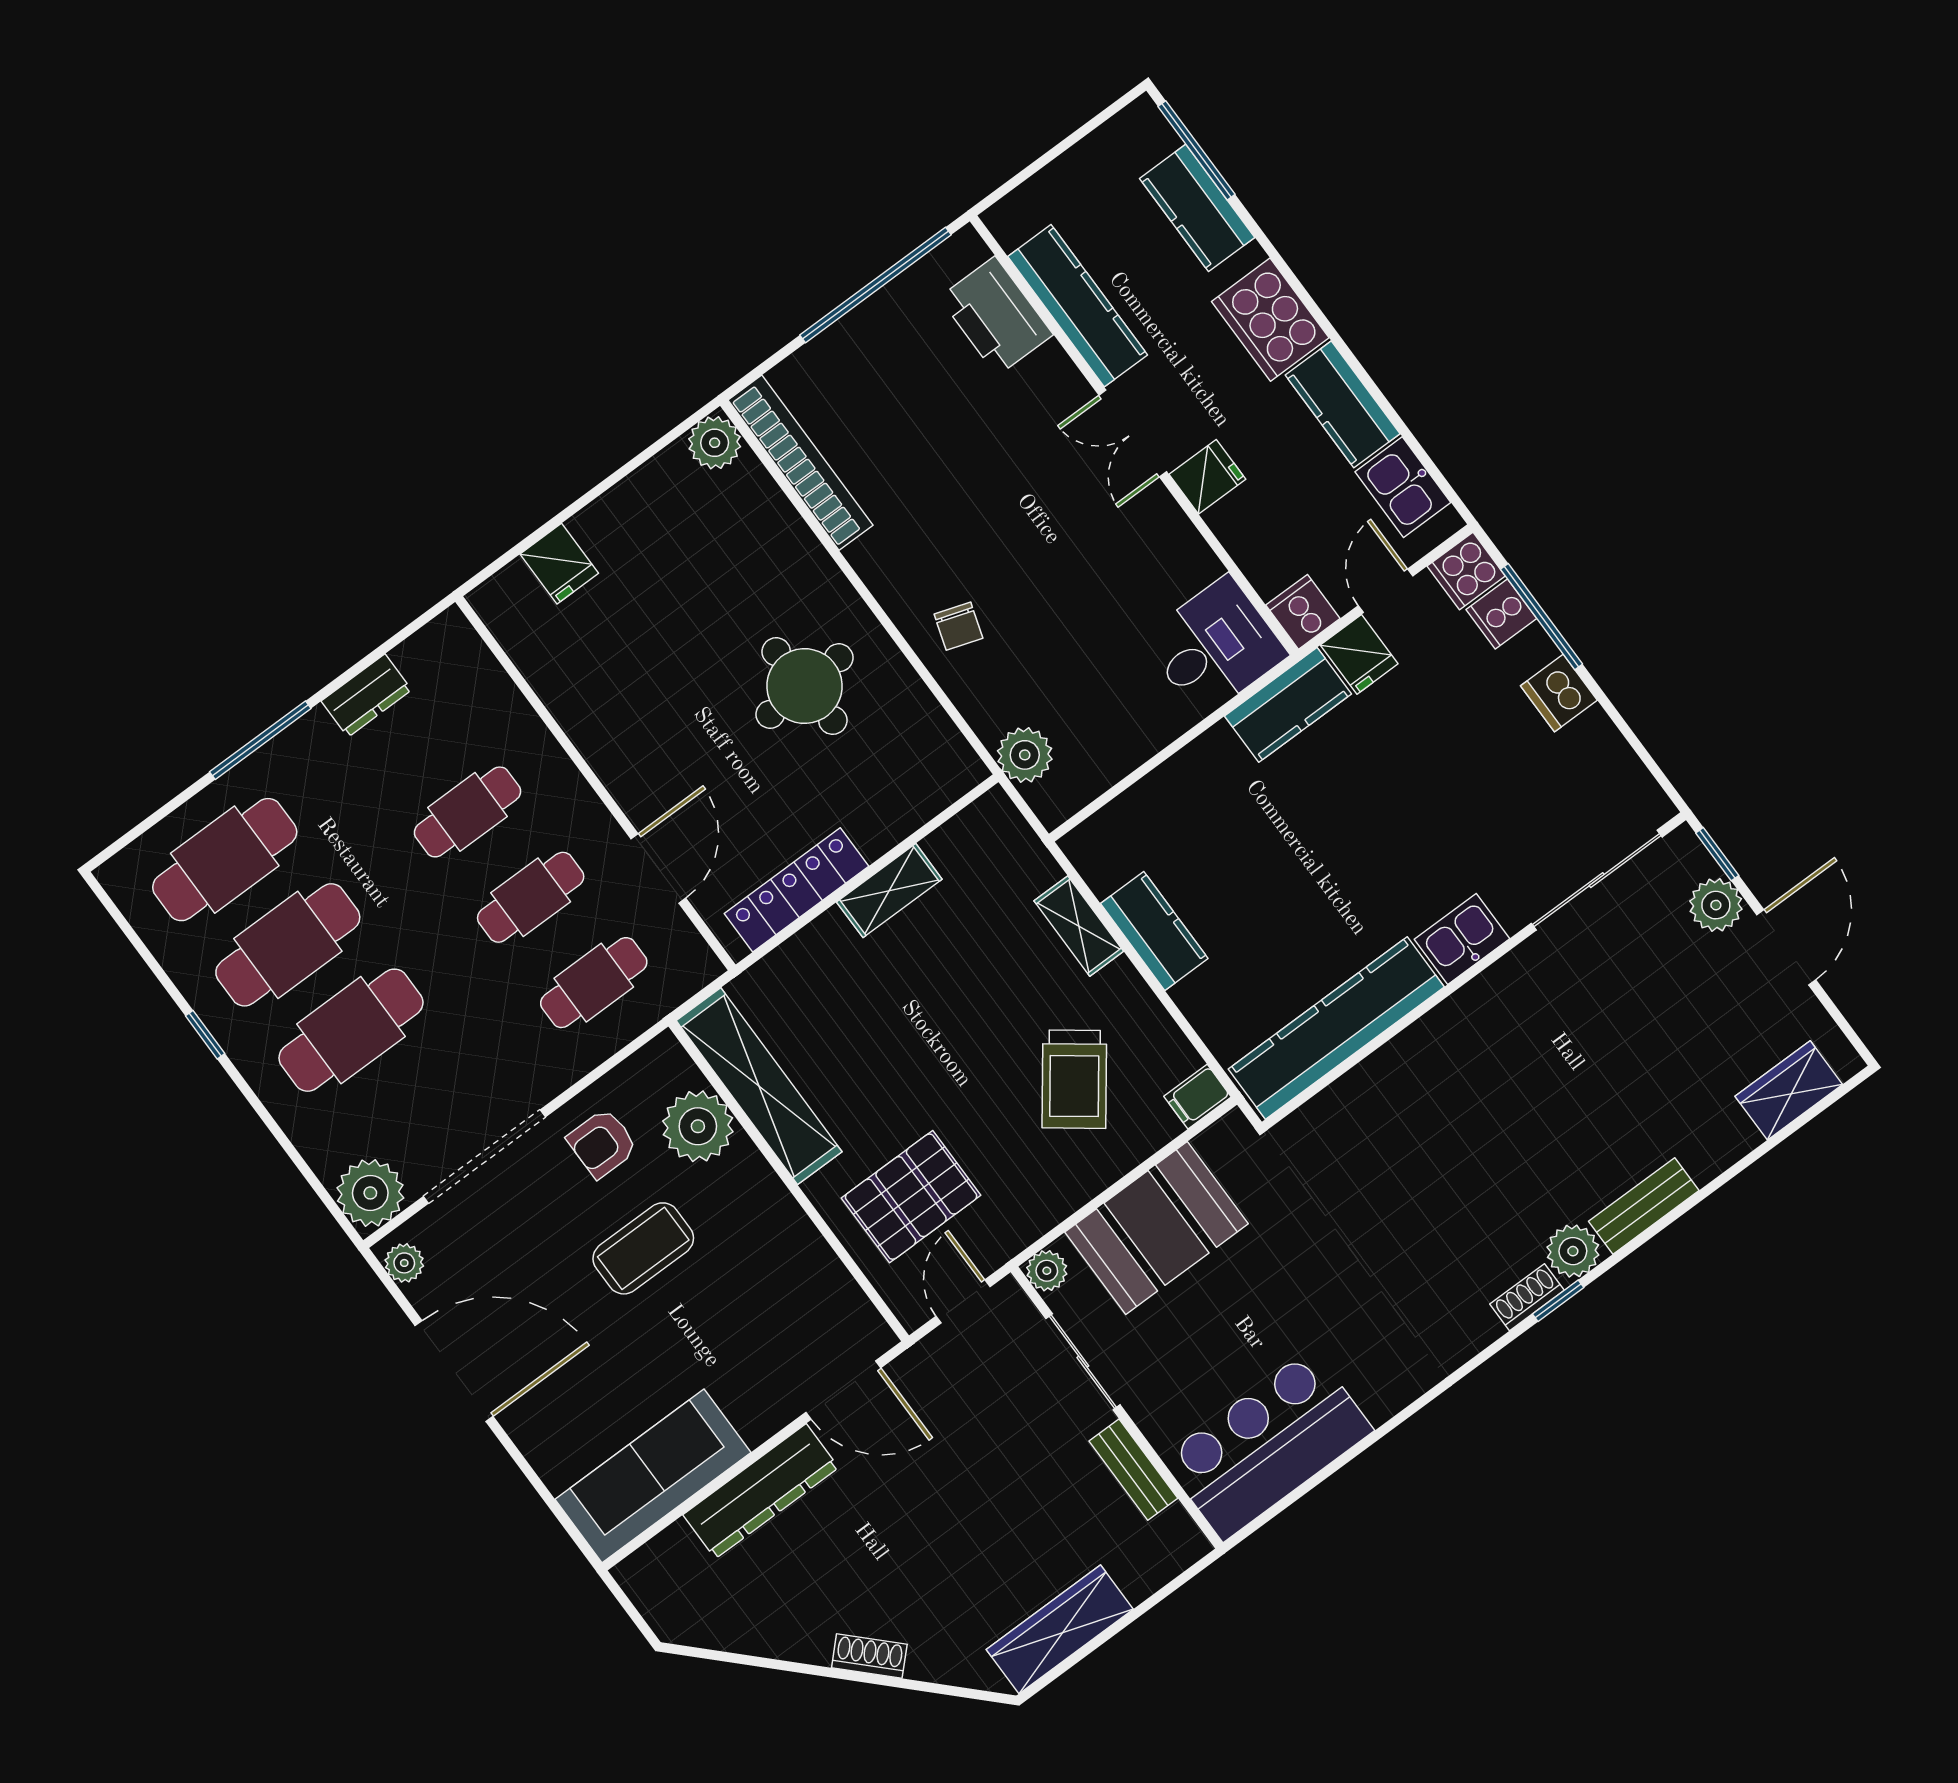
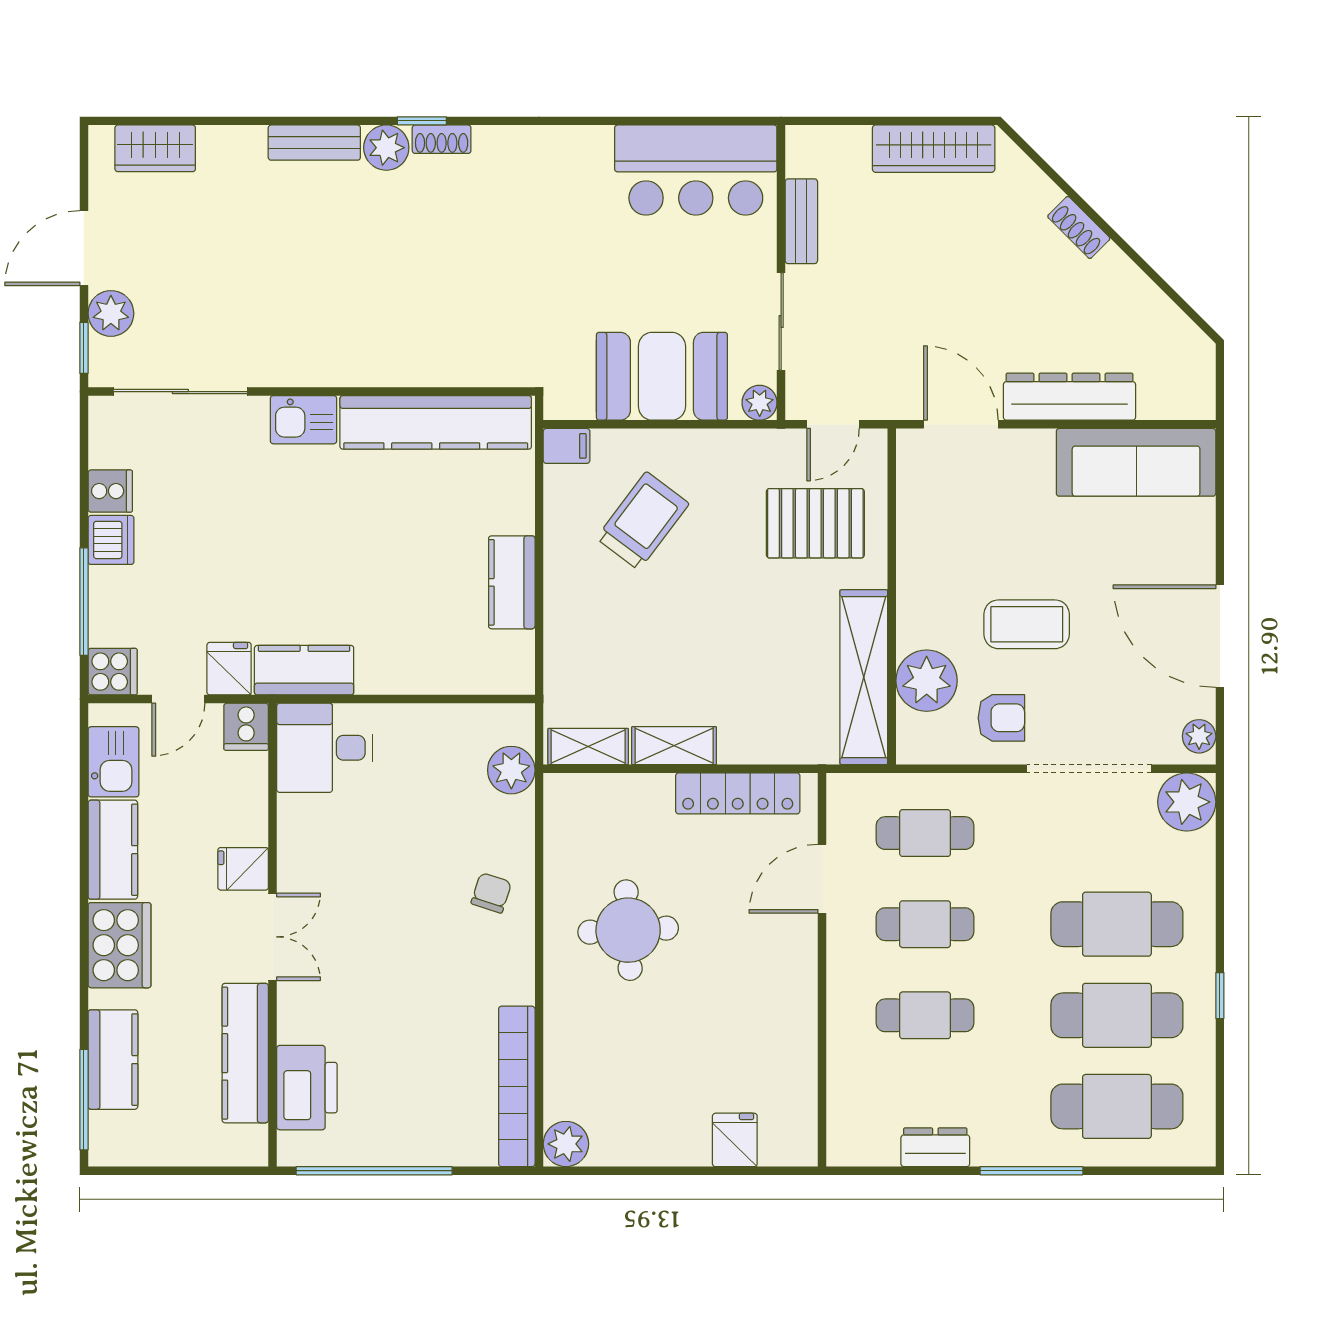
cooker: (1501, 614) -> (110, 491), moved
shelving: (1079, 926) -> (588, 747), moved, turned 90

